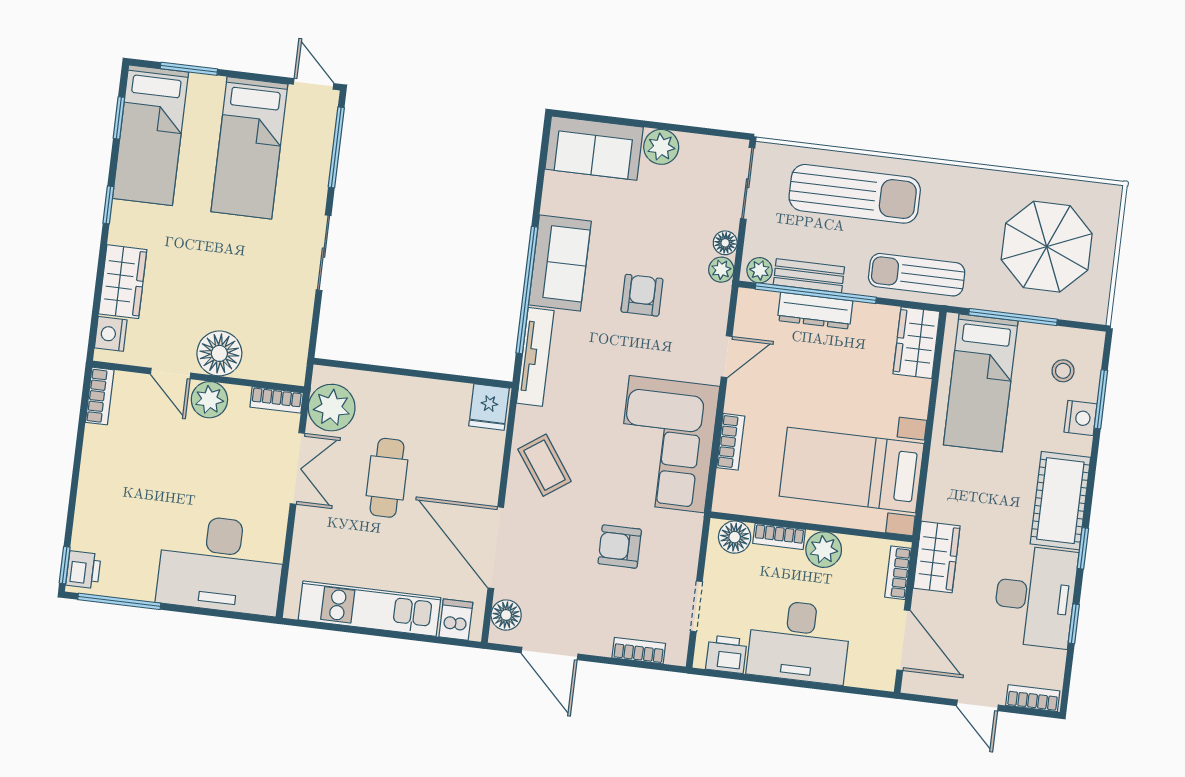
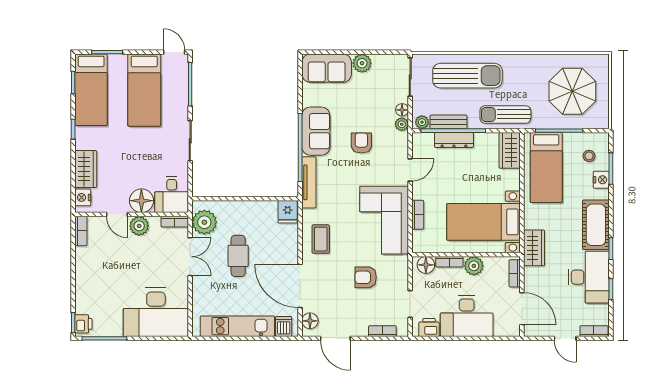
desk: (277, 349) -> (172, 195), added
coffee table: (545, 465) -> (321, 239), turned 35
wardrobe: (937, 557) -> (534, 248), moved

